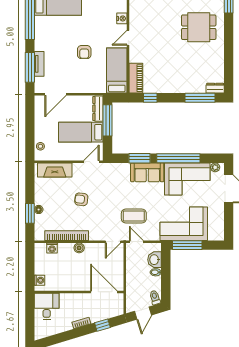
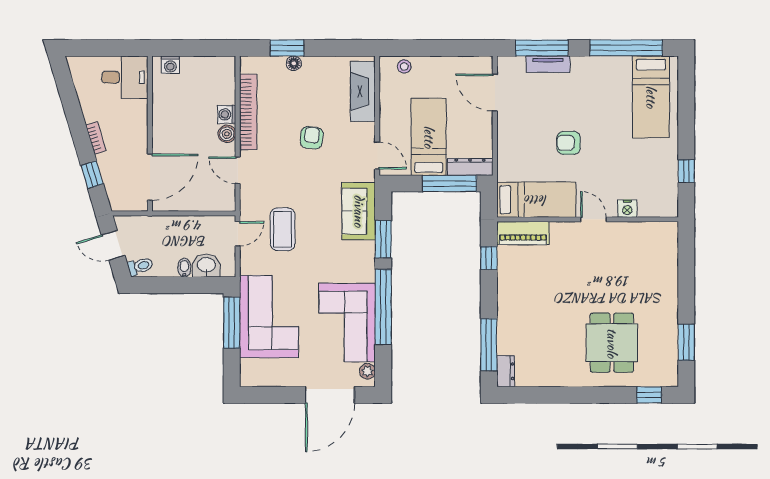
sofa: (147, 172) -> (359, 211), moved
door: (113, 242) -> (238, 170), moved
washing machine: (52, 248) -> (227, 114), moved

